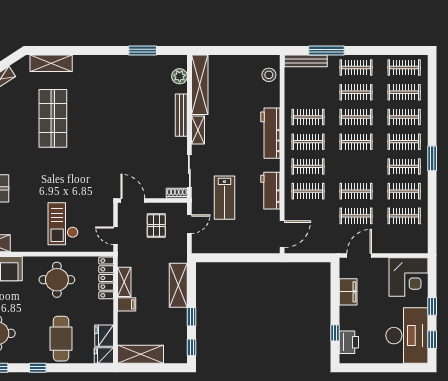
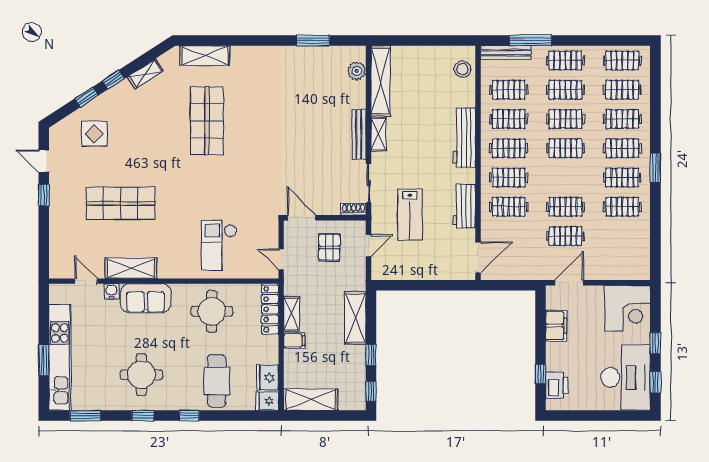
bench: (181, 115) -> (359, 134), moved
clothes rail: (404, 216) -> (509, 90), moved

